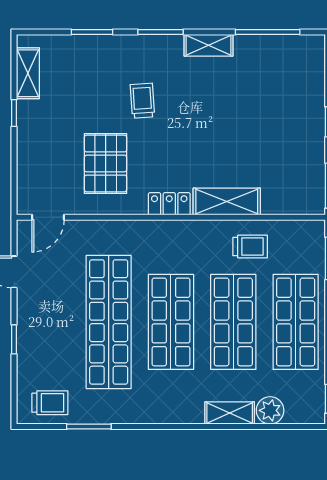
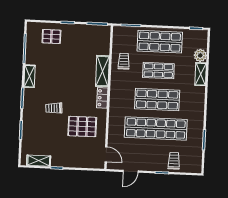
pallet: (296, 89) -> (51, 36), added
shop shelf: (233, 322) -> (158, 71), width x0.70, depth x0.74
trolley: (50, 403) -> (174, 161), moved

